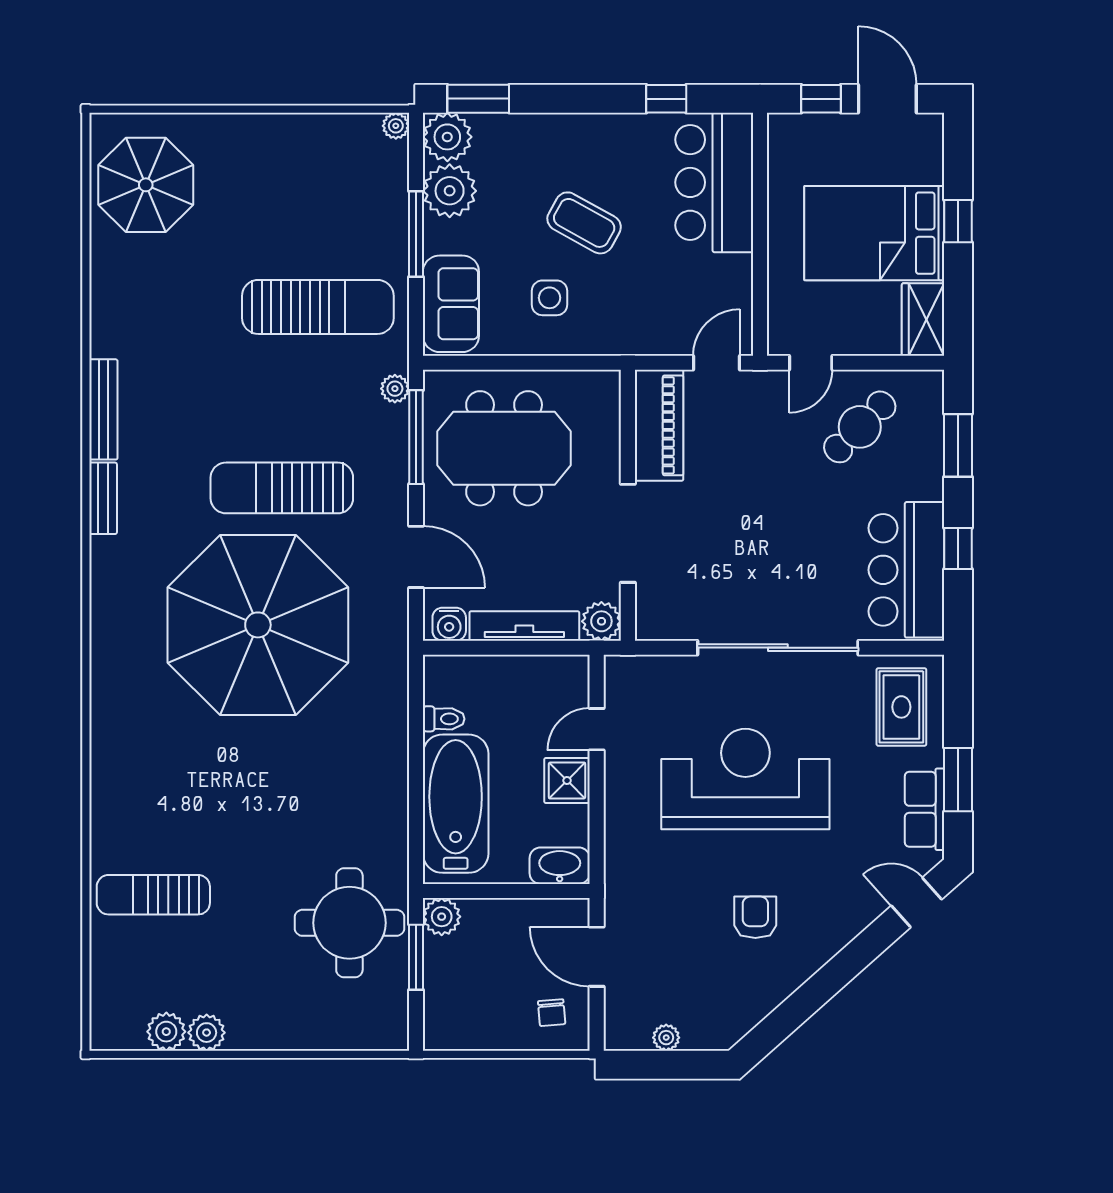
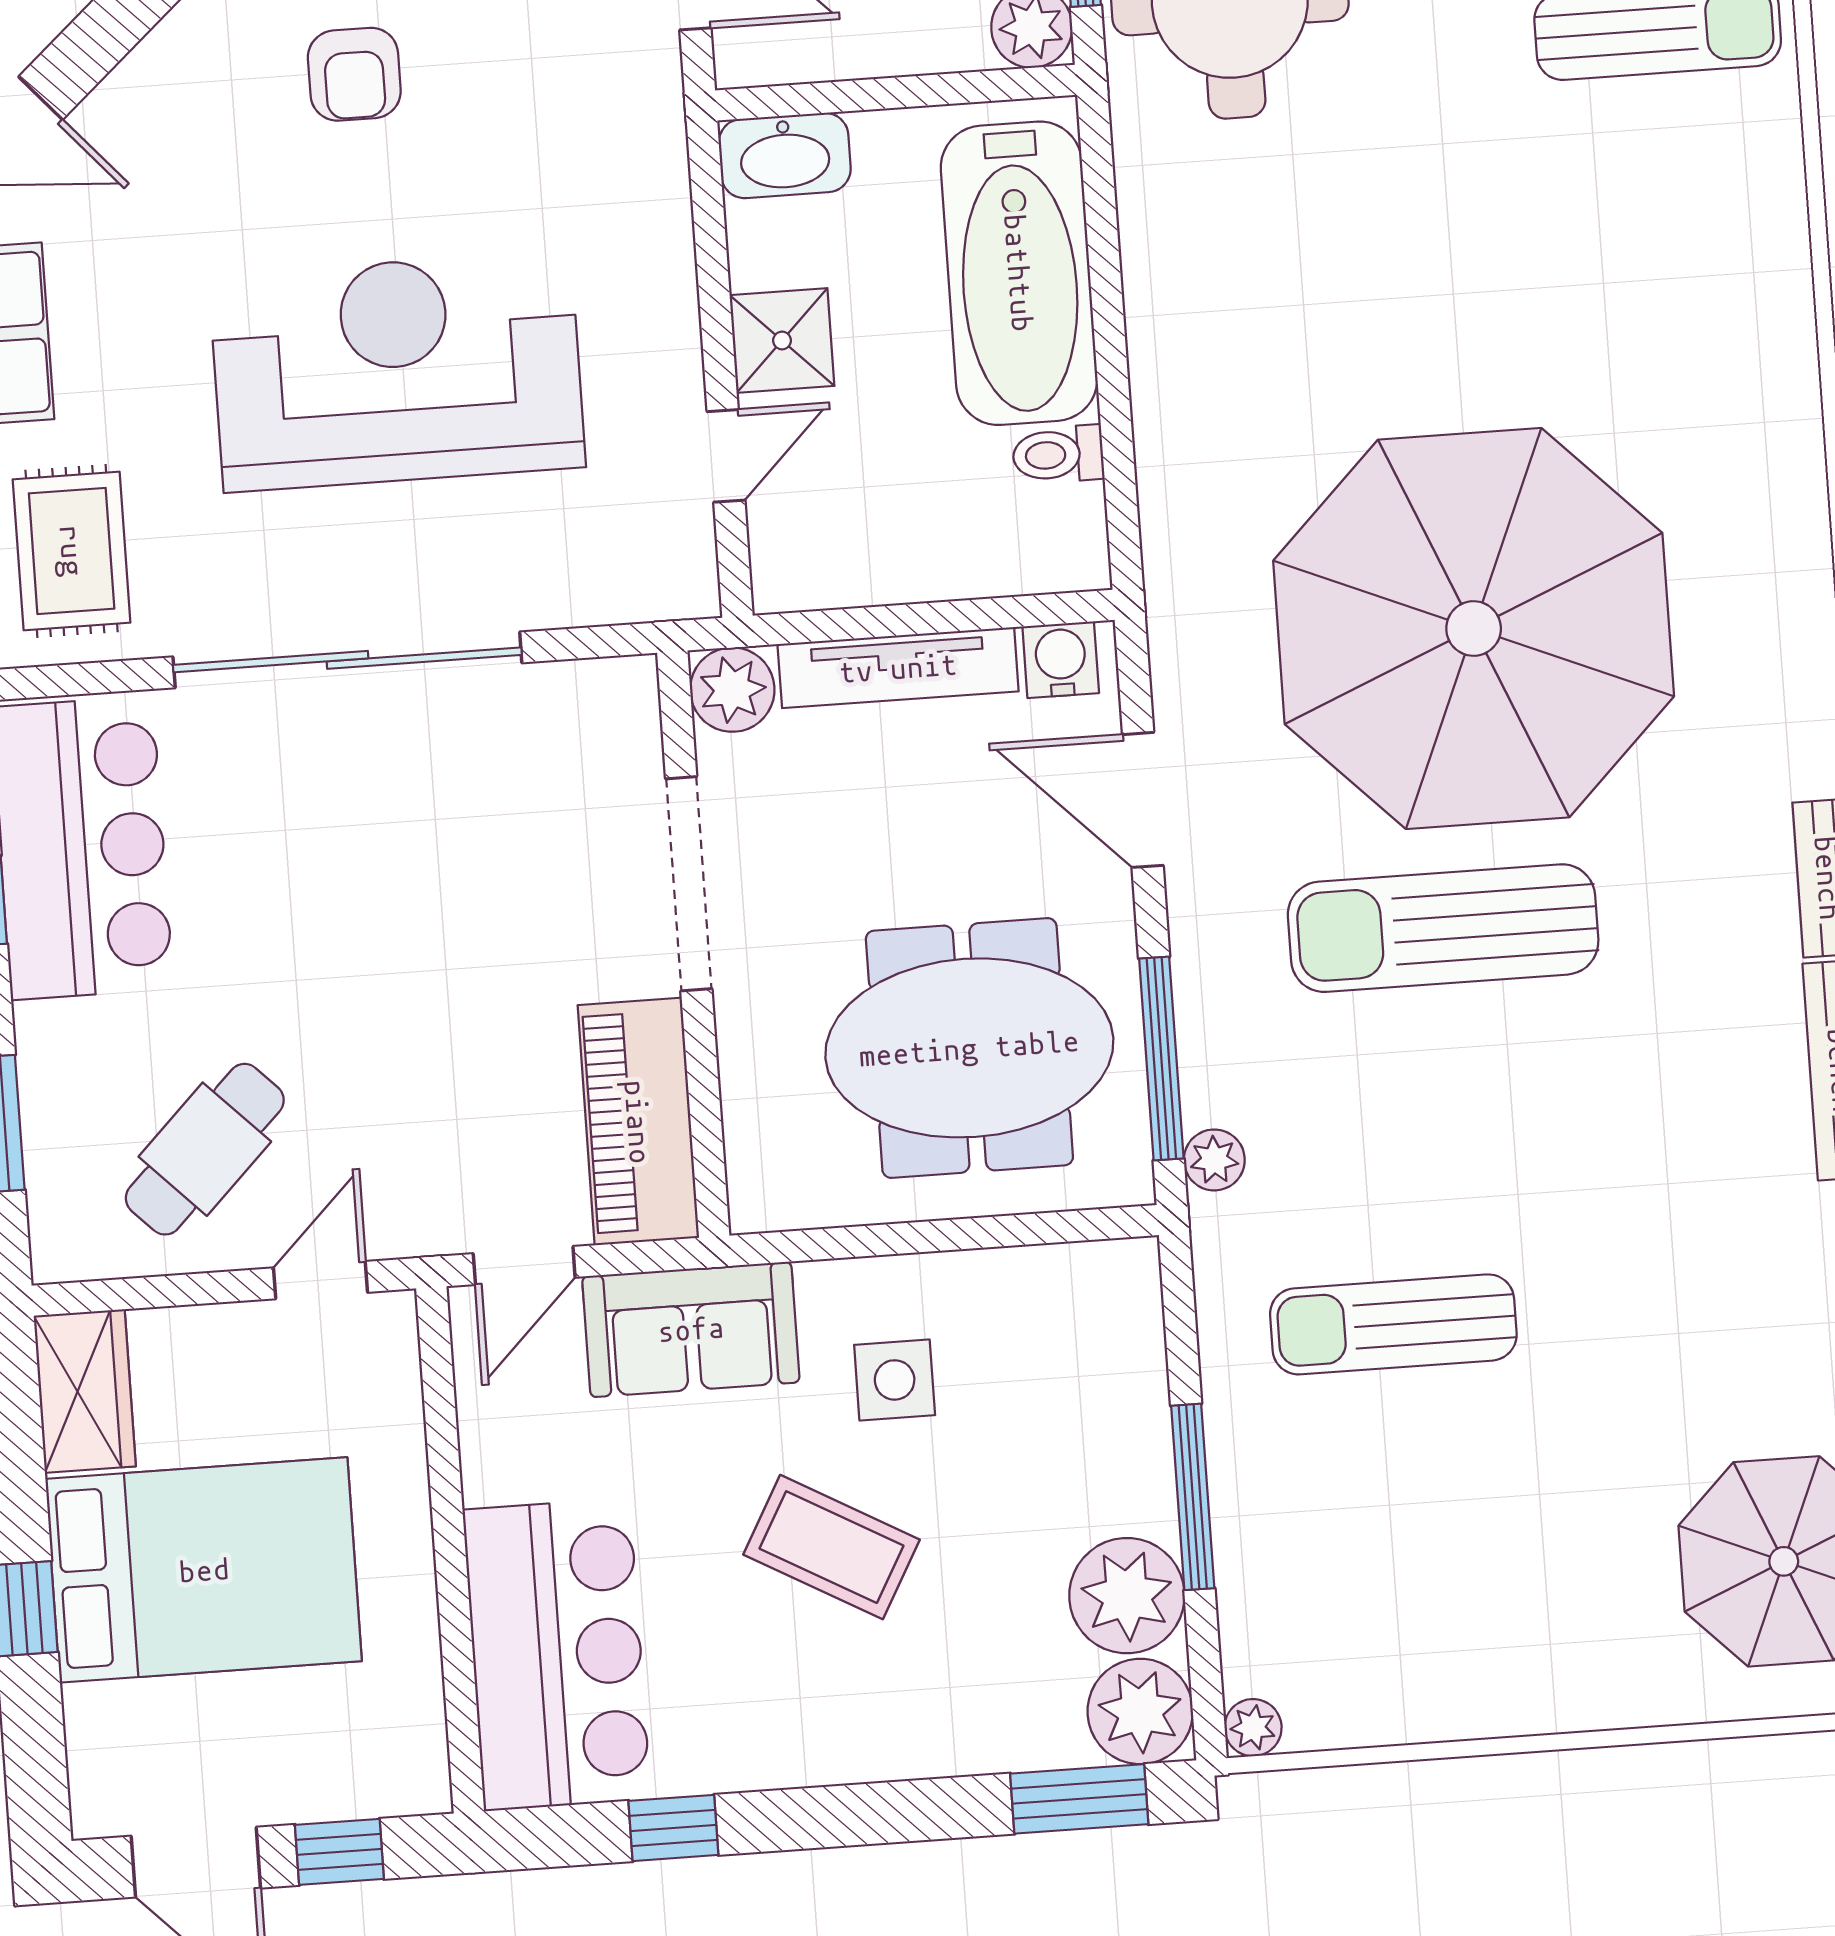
sofa: (451, 304) -> (691, 1329), moved, turned -90
sun lounger: (318, 307) -> (1393, 1324), width x0.73, depth x0.75
sun lounger: (282, 488) -> (1443, 928), turned 180
reception desk: (745, 779) -> (397, 371), turned 180

